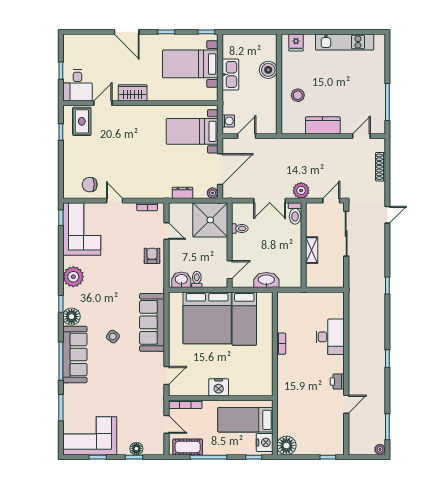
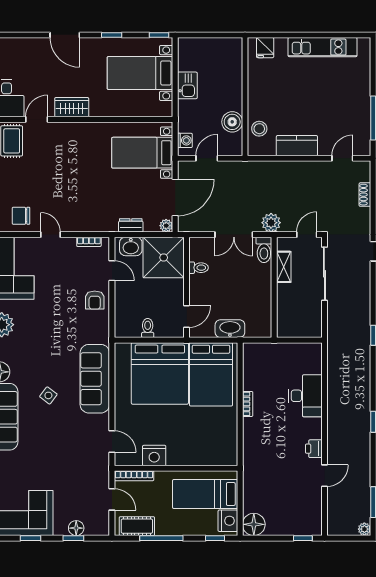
boiler: (268, 70) -> (232, 122), moved
kitchen sink: (230, 74) -> (187, 85), width x0.73
stool: (298, 95) -> (259, 129), moved
shoe rack: (380, 167) -> (365, 195), width x0.70
shelving: (312, 250) -> (284, 267), moved
armchair: (152, 256) -> (95, 300), turned 180
washbasin: (181, 280) -> (131, 246), moved, turned 180
bed: (244, 319) -> (211, 374), width x1.50
door: (167, 376) -> (112, 442), hinge flipped
nightstand: (219, 387) -> (154, 456), moved

